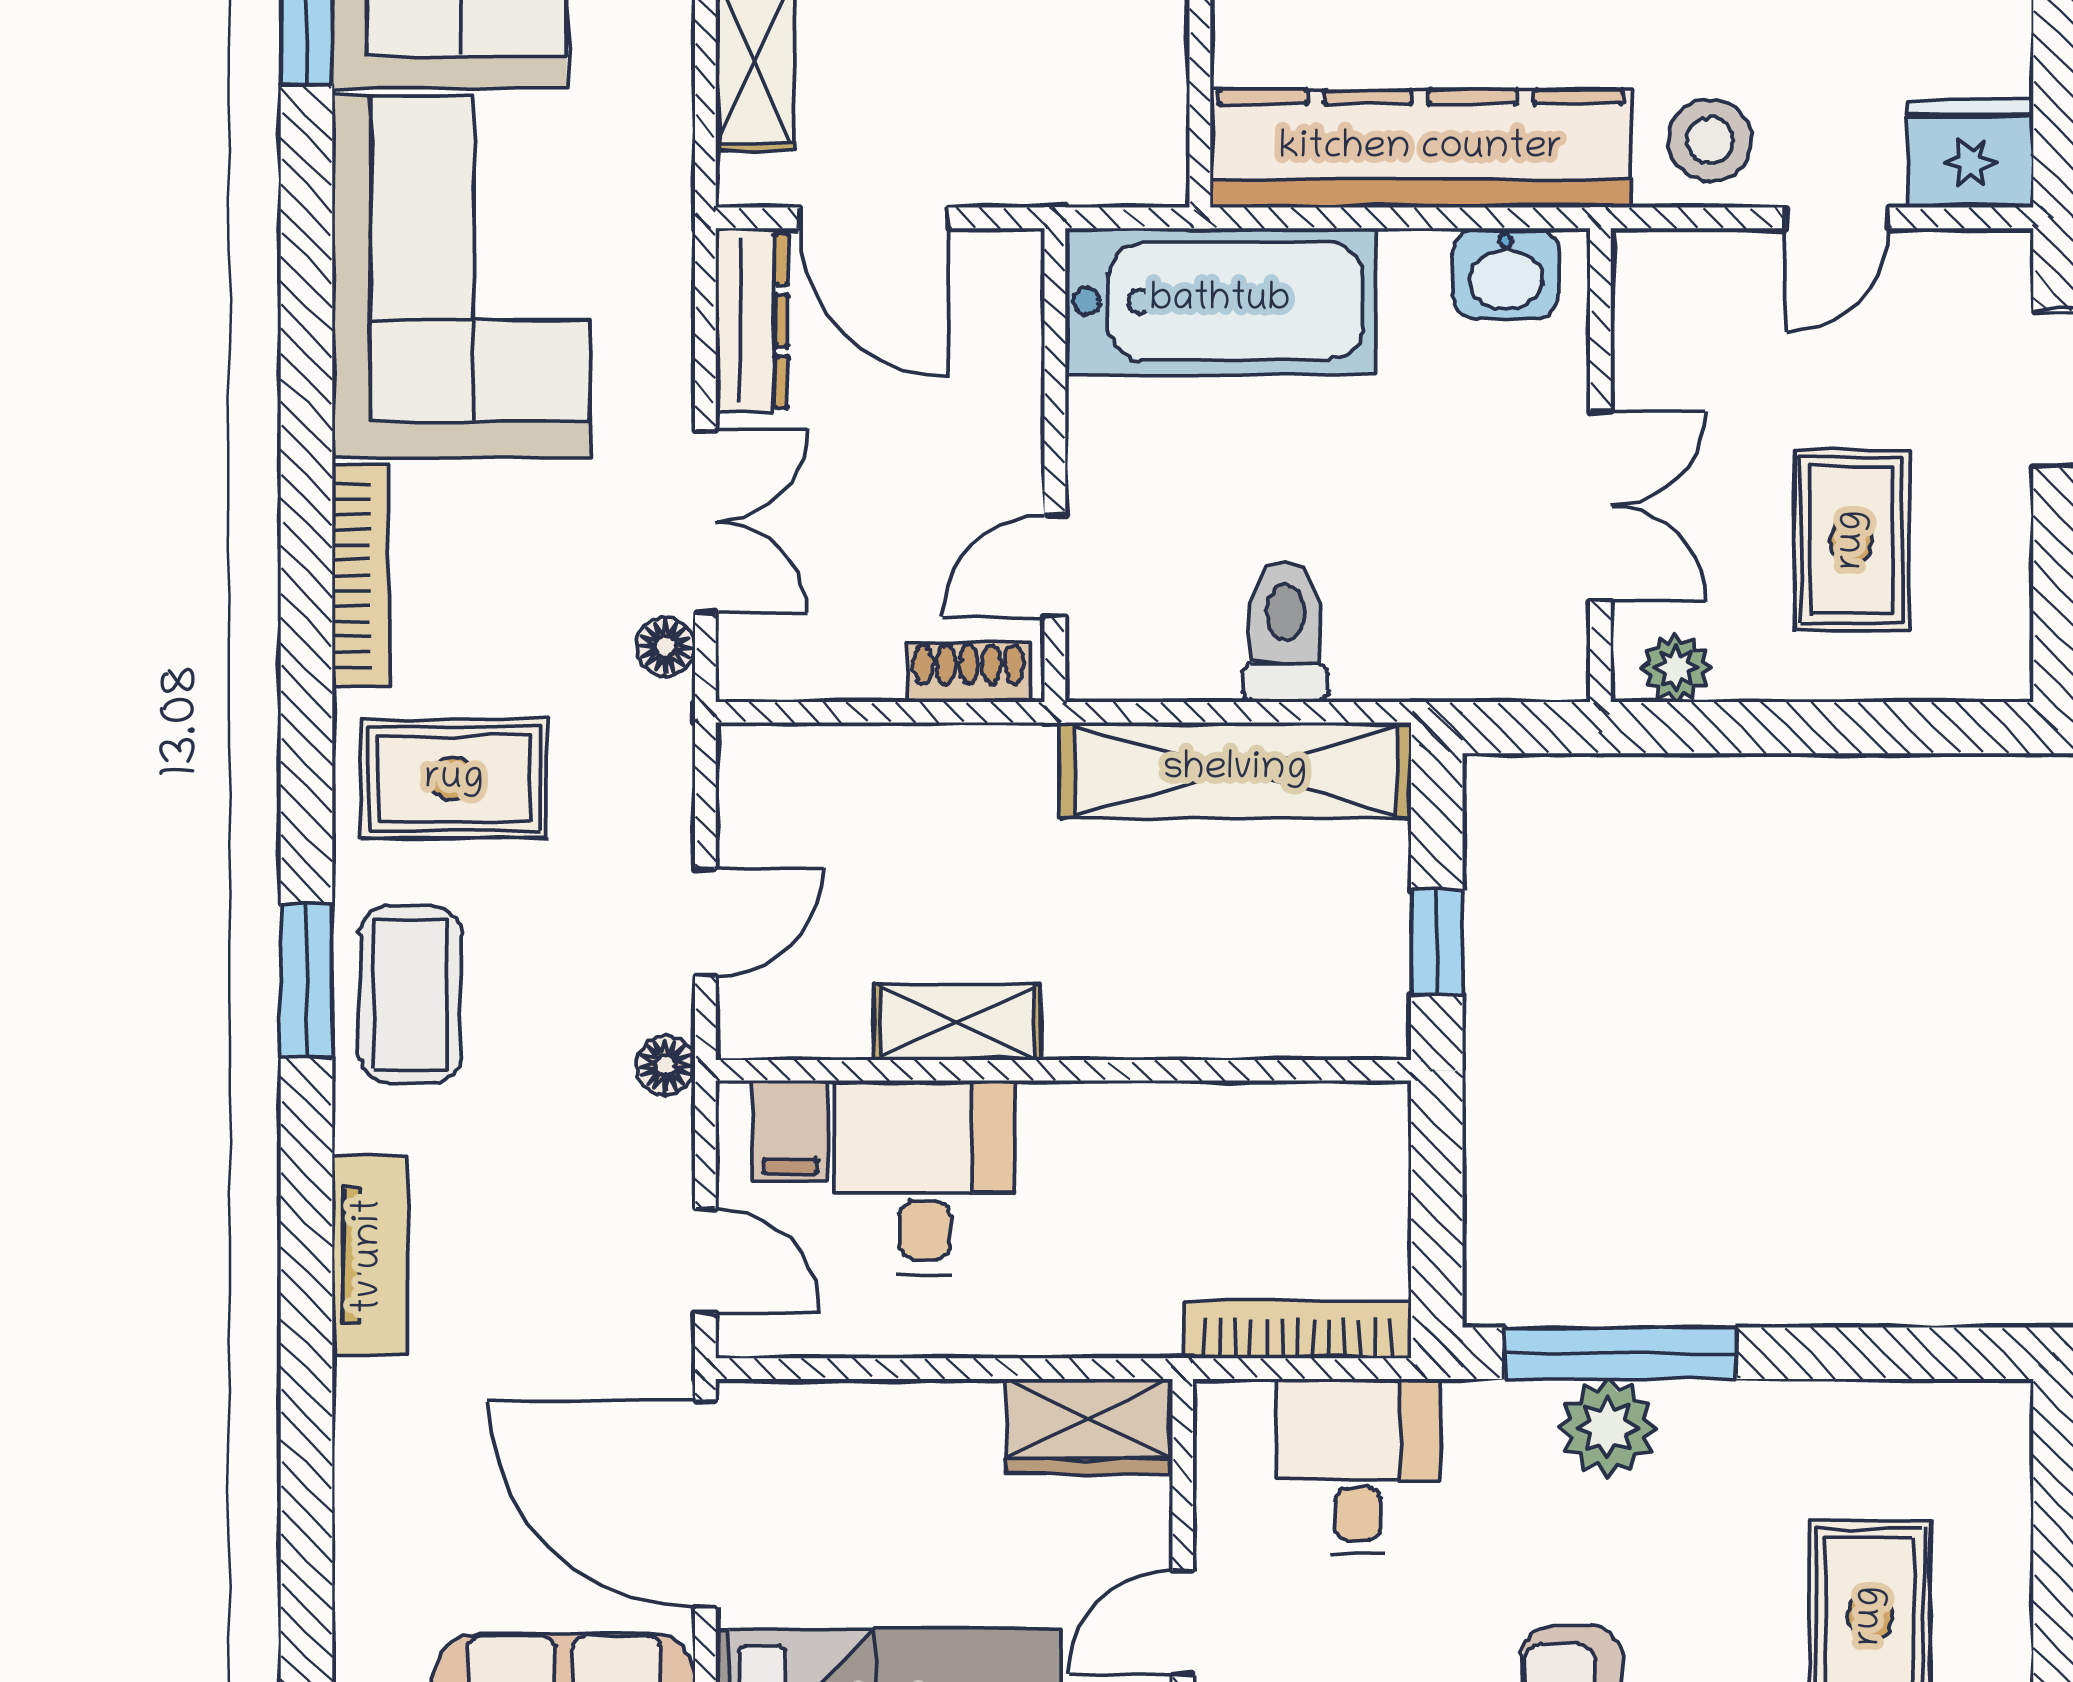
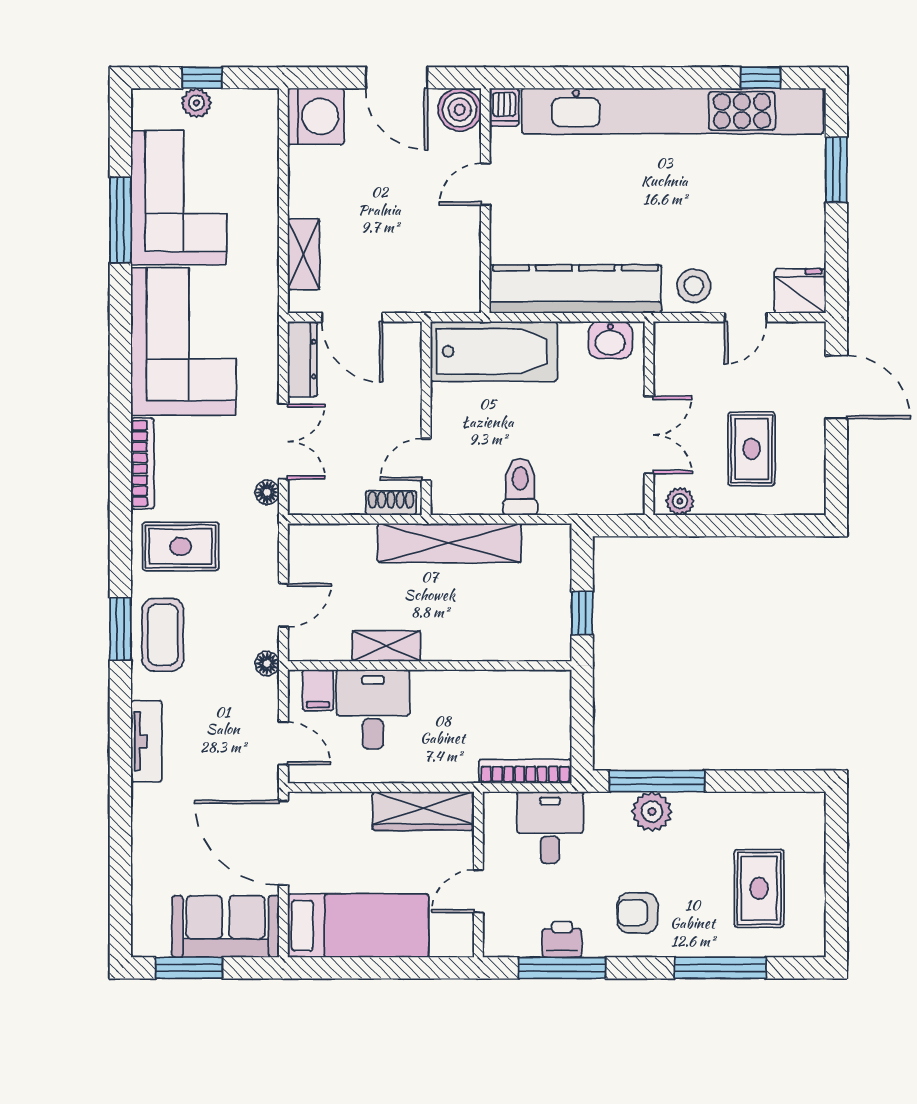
shelving: (1235, 770) -> (449, 543), moved
wardrobe: (1087, 1426) -> (423, 811), width x1.50

